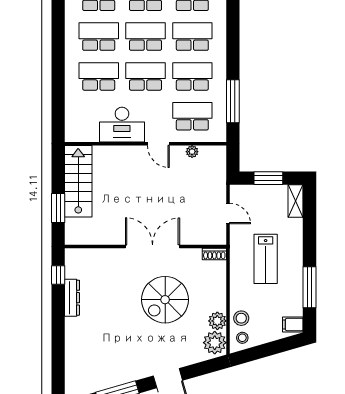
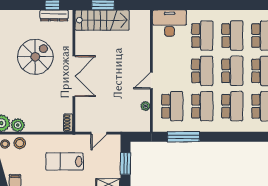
desk: (122, 125) -> (169, 23), moved, turned 90
stairs: (78, 181) -> (102, 20), moved
dresser: (72, 298) -> (54, 15), moved
spiral stairs: (165, 300) -> (35, 57), moved, turned 90

